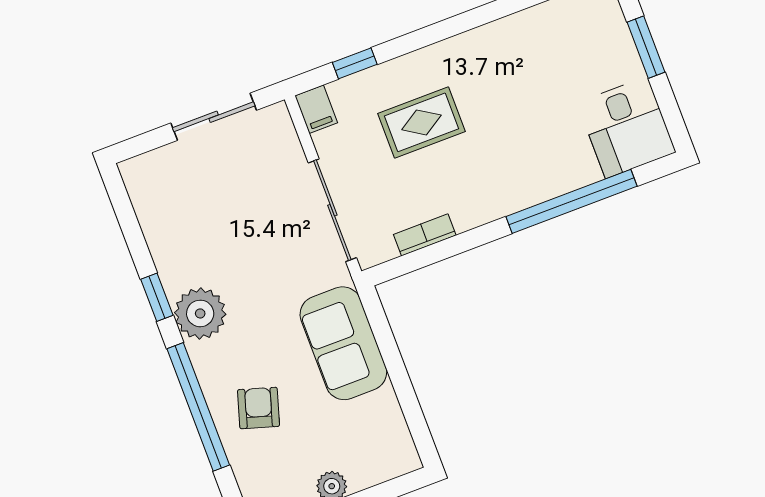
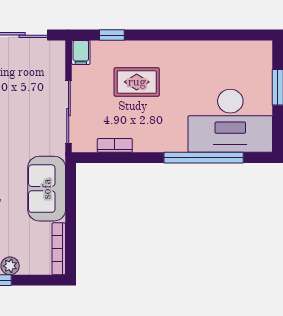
desk: (627, 128) -> (230, 121), width x1.87, depth x1.30
bookcase: (398, 431) -> (59, 249), added

